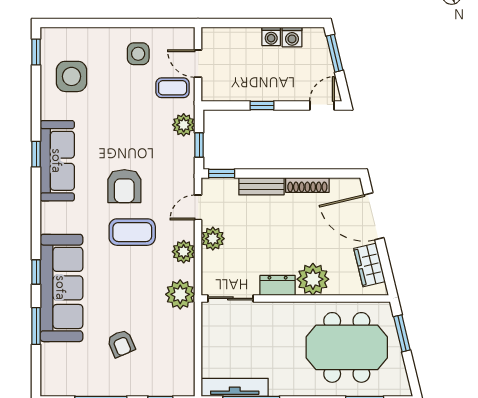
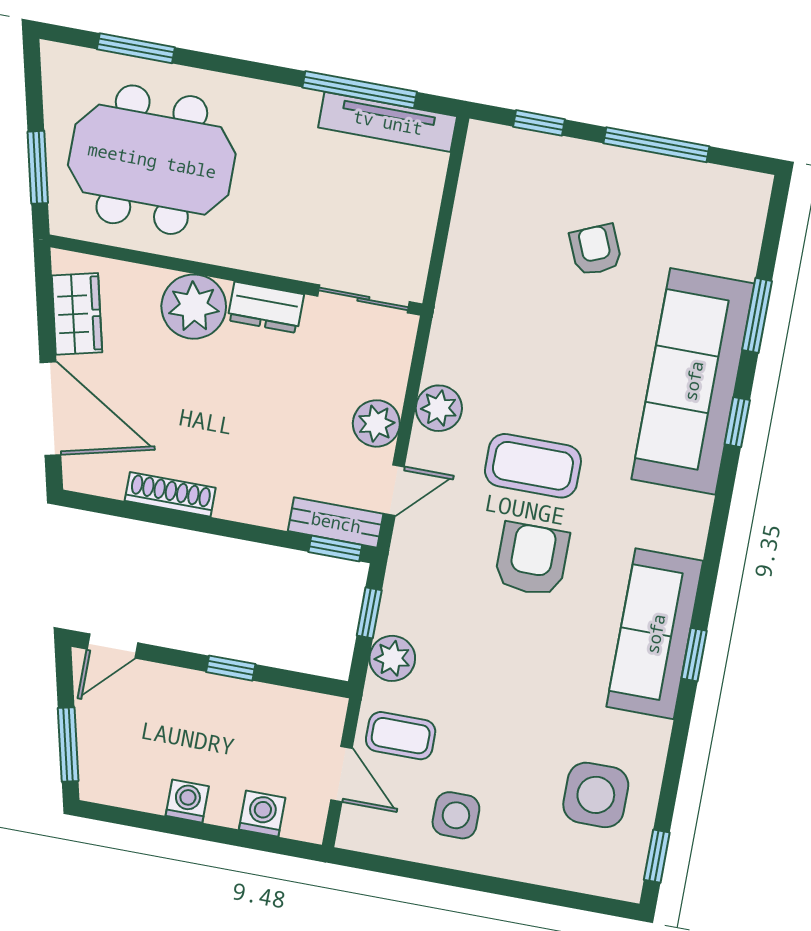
washing machine: (292, 37) -> (262, 814), moved
bench: (261, 186) -> (336, 522), moved
plant: (180, 294) -> (461, 325), removed

